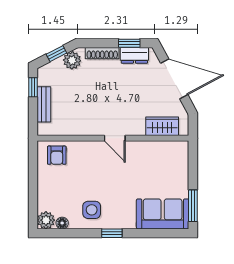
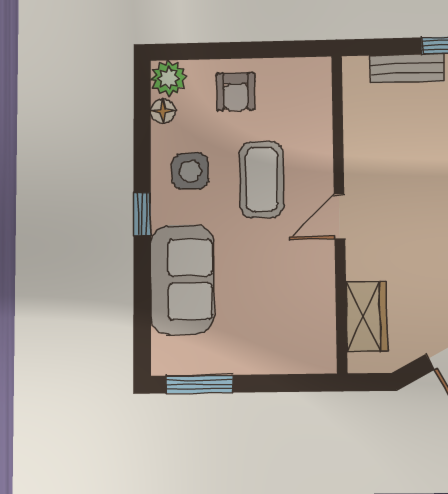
armchair: (57, 155) -> (236, 92), moved, turned -90
coffee table: (96, 175) -> (262, 180), added
sofa: (163, 214) -> (182, 280), moved

